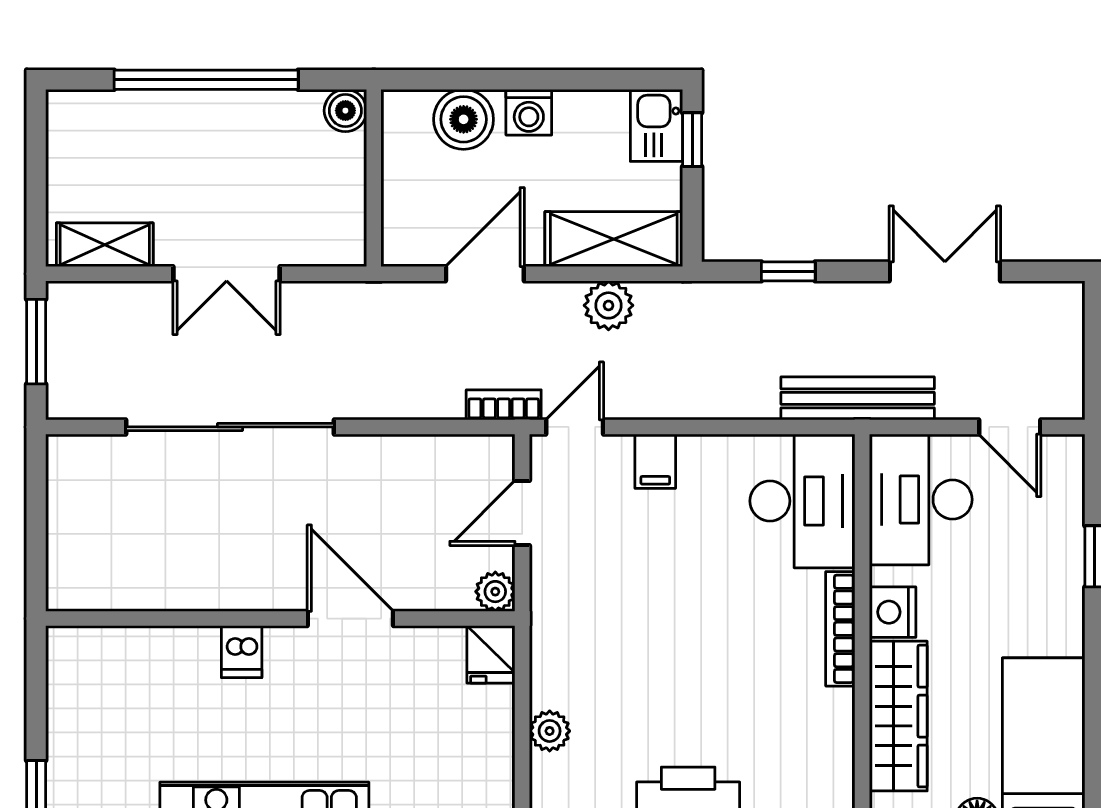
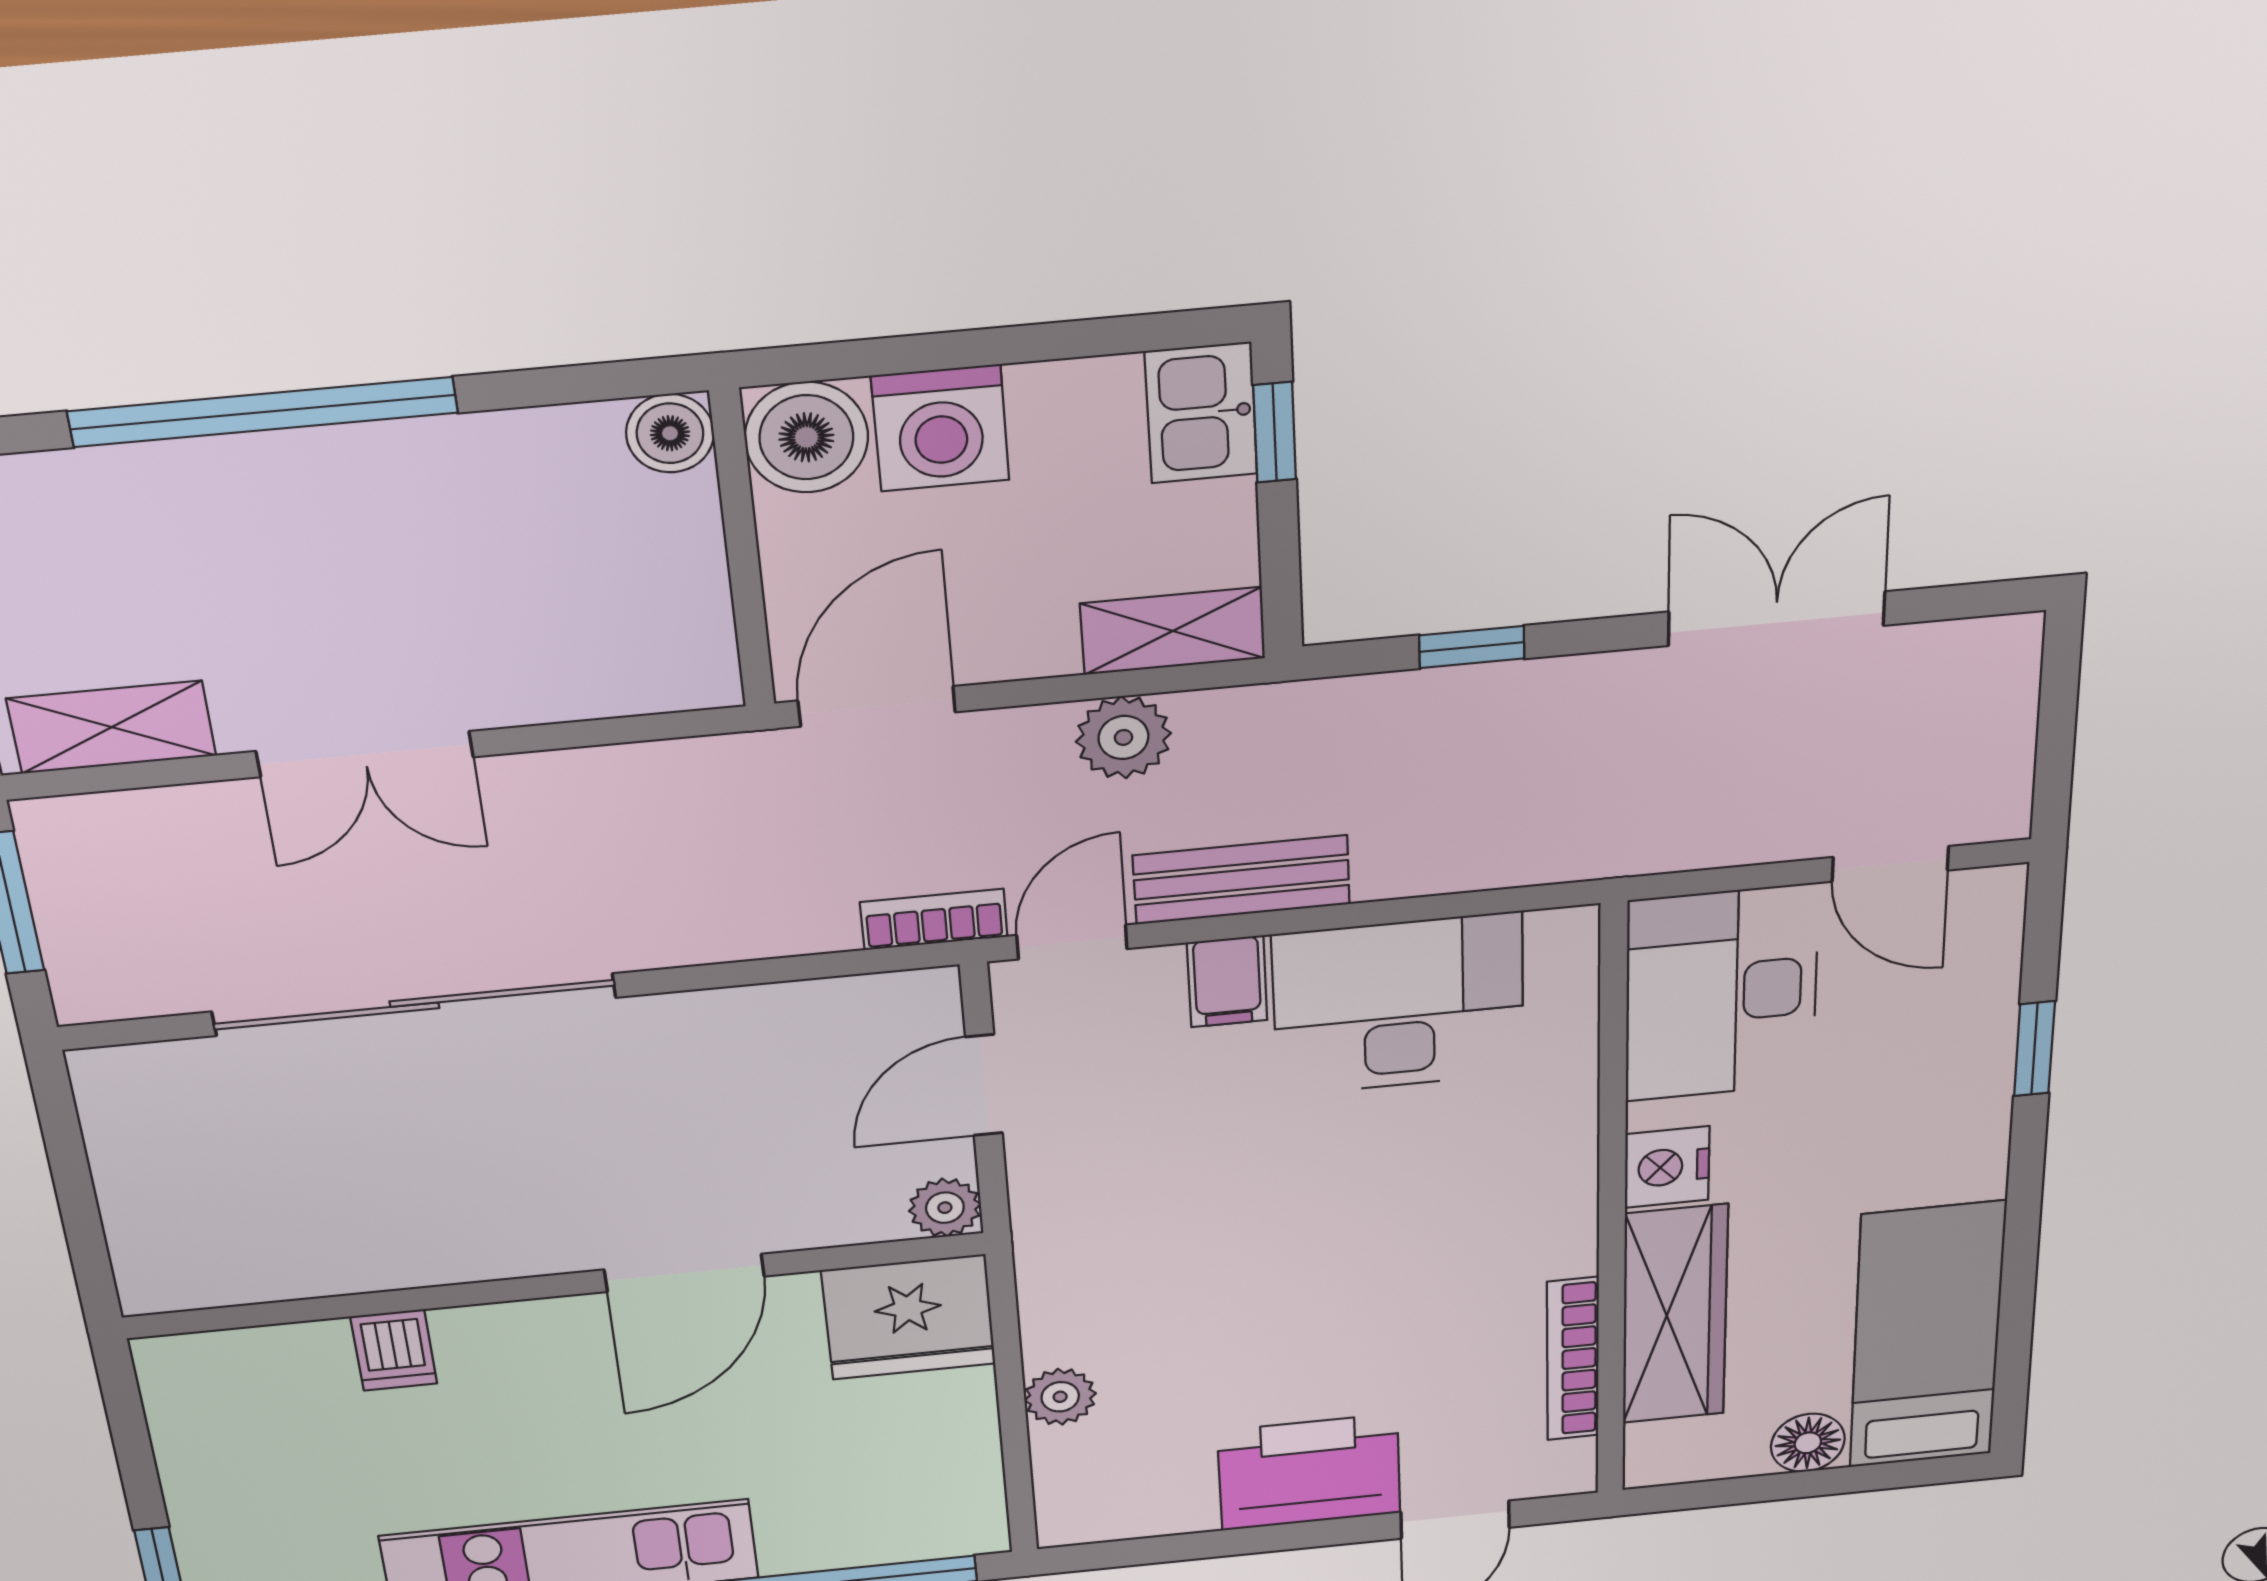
boiler: (345, 111) -> (670, 433), moved
washing machine: (529, 112) -> (940, 428), width x1.38, depth x1.38
wall: (374, 178) -> (742, 550), moved
shelving: (614, 239) -> (1173, 631), width x0.67, depth x0.75
bench: (858, 398) -> (1241, 880), moved, width x0.73
desk: (802, 501) -> (1399, 1004), moved, turned -90
door: (350, 619) -> (684, 1273), swing flipped
bookcase: (840, 629) -> (1573, 1359), moved
dishwasher: (242, 652) -> (394, 1350), moved
fridge: (491, 654) -> (909, 1317), width x1.88, depth x1.34

